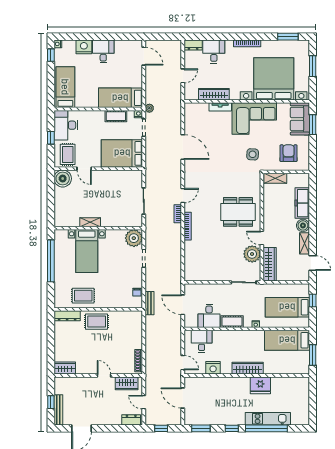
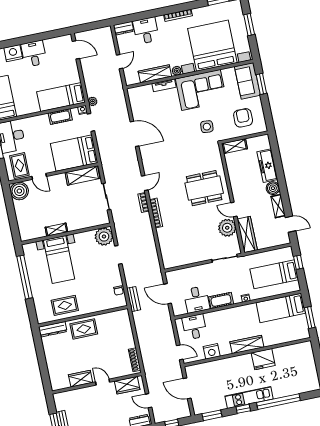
plant: (235, 96) -> (177, 71), added
shelving: (125, 176) -> (82, 176), added
wardrobe: (65, 368) -> (81, 379), moved
kitchen unit: (268, 419) -> (249, 397), moved

